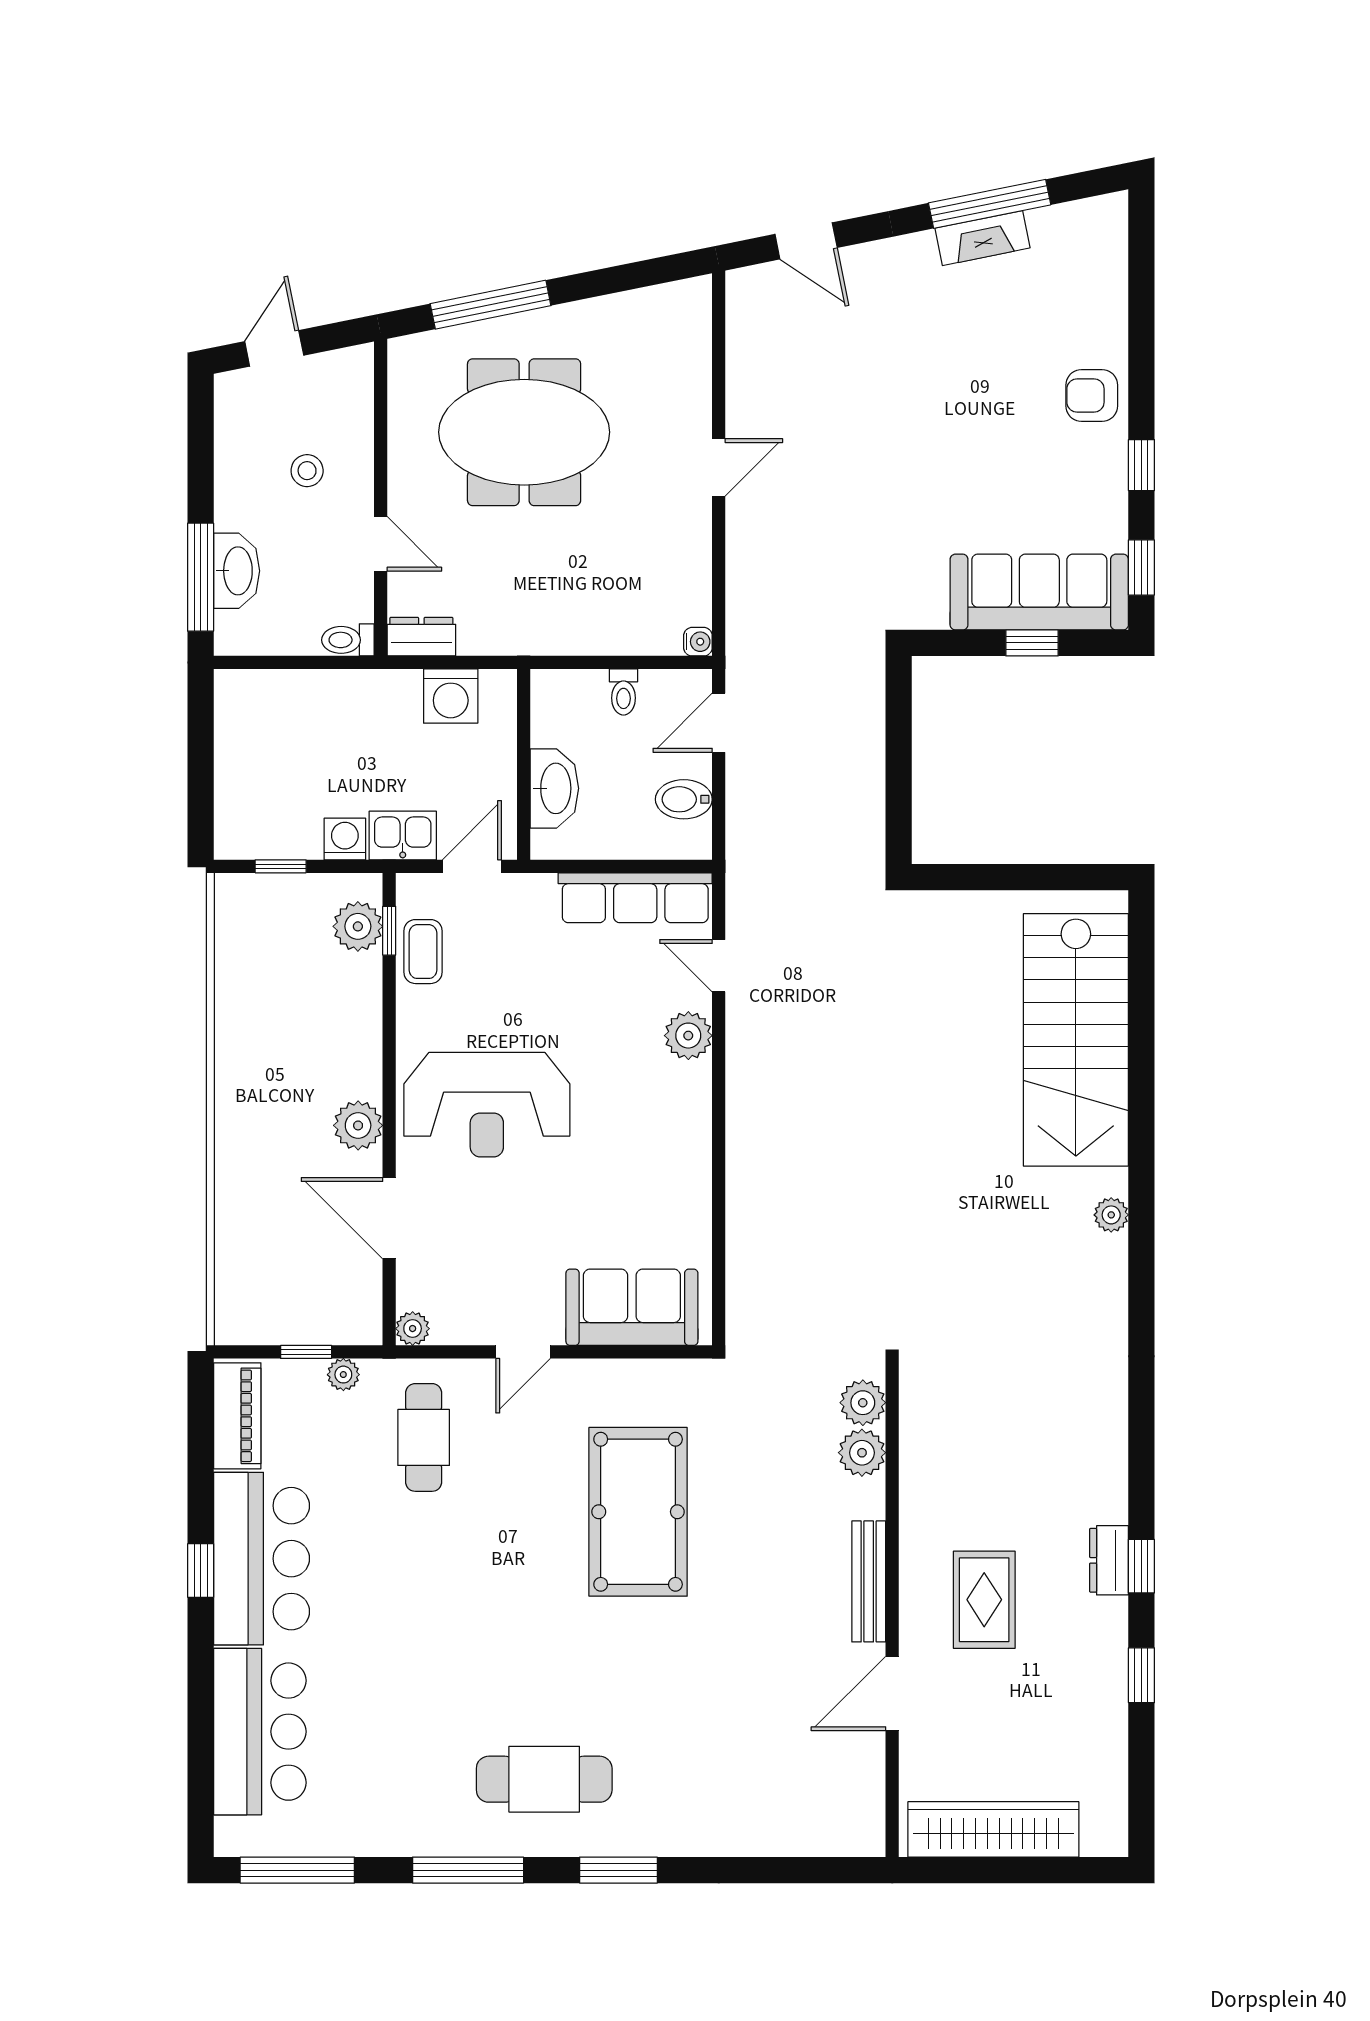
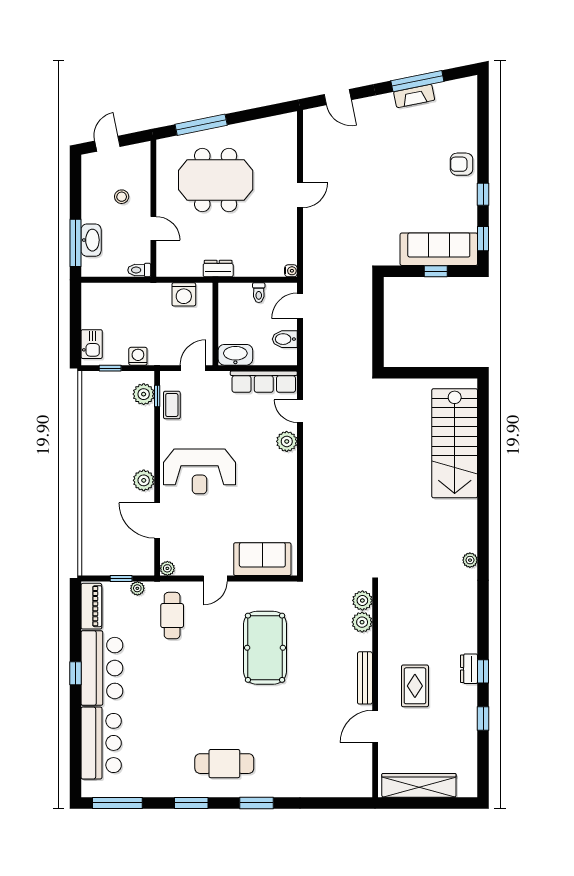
dresser: (421, 637) -> (218, 269), moved
washbasin: (554, 788) -> (235, 355), moved, turned -90
kitchen sink: (403, 835) -> (92, 344), moved, turned 90
plant: (1111, 1215) -> (470, 560), moved
window: (468, 1870) -> (191, 803), width x0.69

